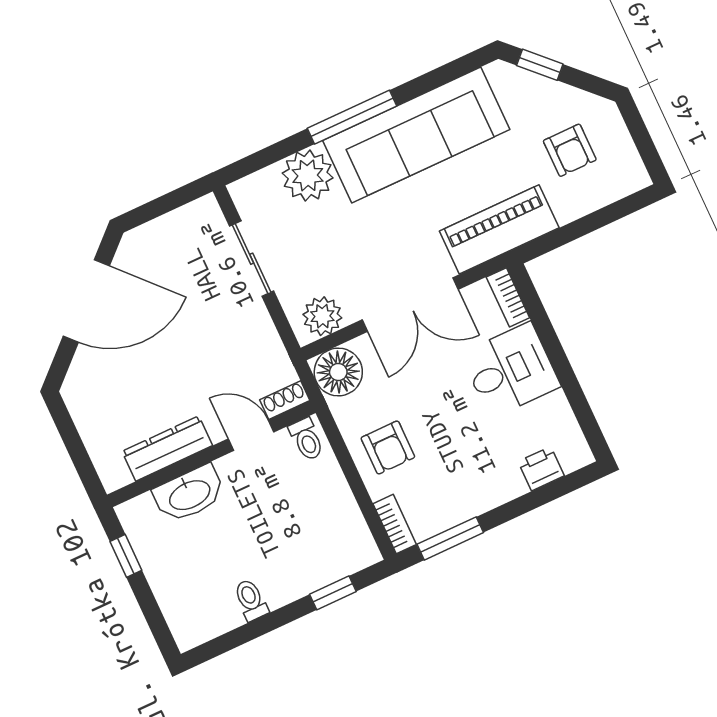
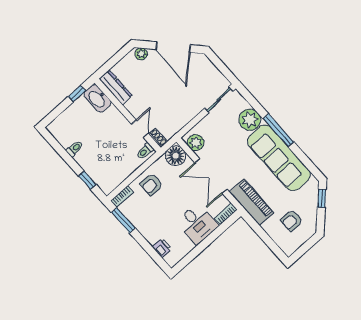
sliding door: (252, 259) -> (219, 100), moved
plant: (79, 380) -> (141, 54), added
dresser: (167, 448) -> (116, 87), moved
washbasin: (189, 494) -> (98, 98), moved

